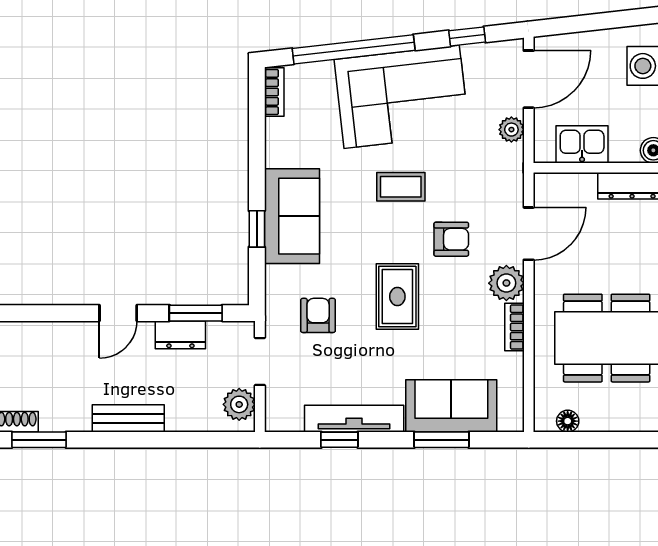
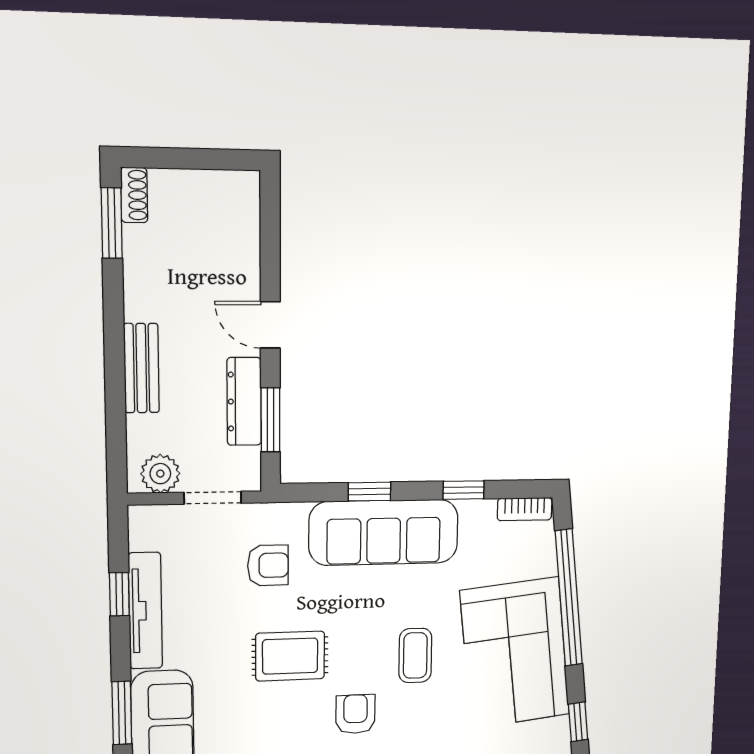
window: (257, 147) -> (464, 490), added
sofa: (292, 216) -> (384, 532), width x1.36
armchair: (451, 239) -> (355, 714), turned 180
dresser: (180, 335) -> (244, 401), width x1.44
bench: (128, 418) -> (141, 368), moved

